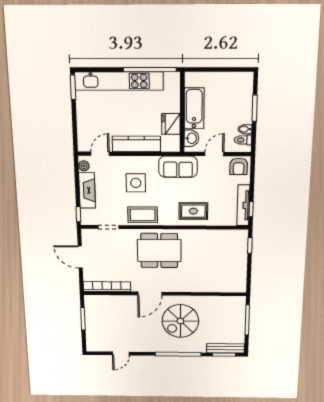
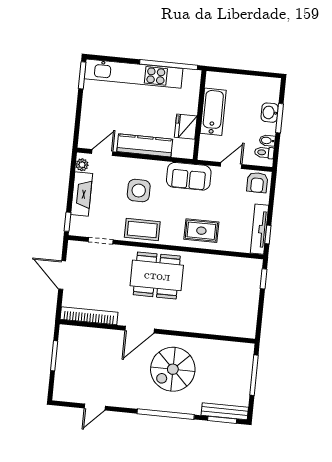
washbasin: (191, 138) -> (270, 113), moved, turned 180

